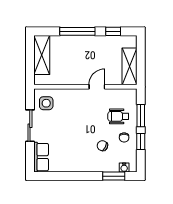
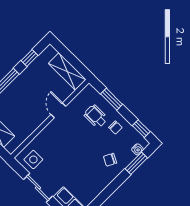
wheelchair: (118, 116) -> (96, 116), turned 90
window: (141, 142) -> (141, 129), moved
chair: (102, 146) -> (110, 160), moved

